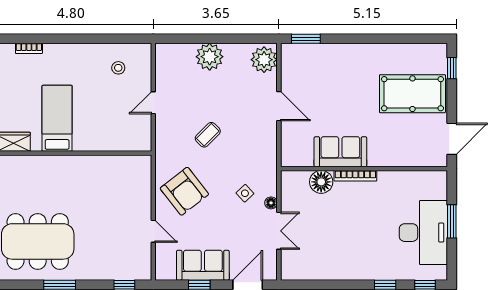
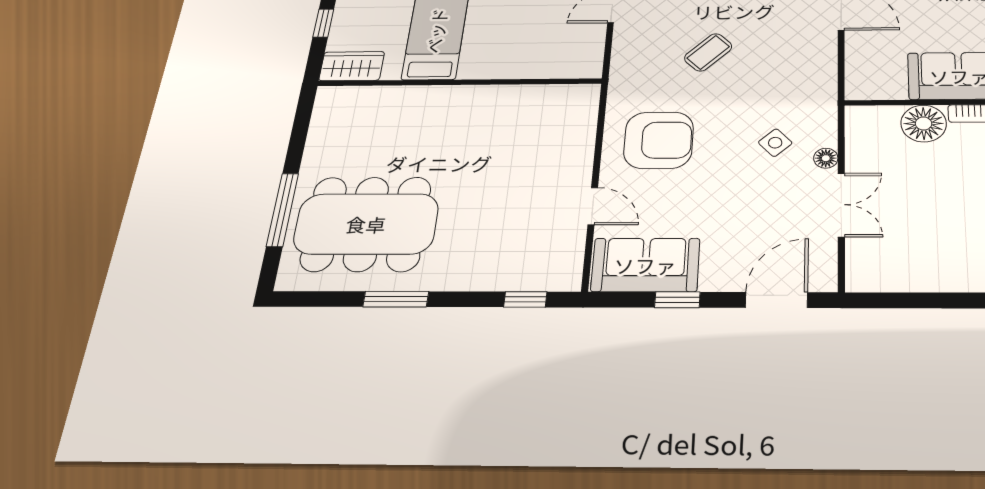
armchair: (184, 191) -> (659, 140), turned -52
sofa: (203, 265) -> (645, 265), moved

